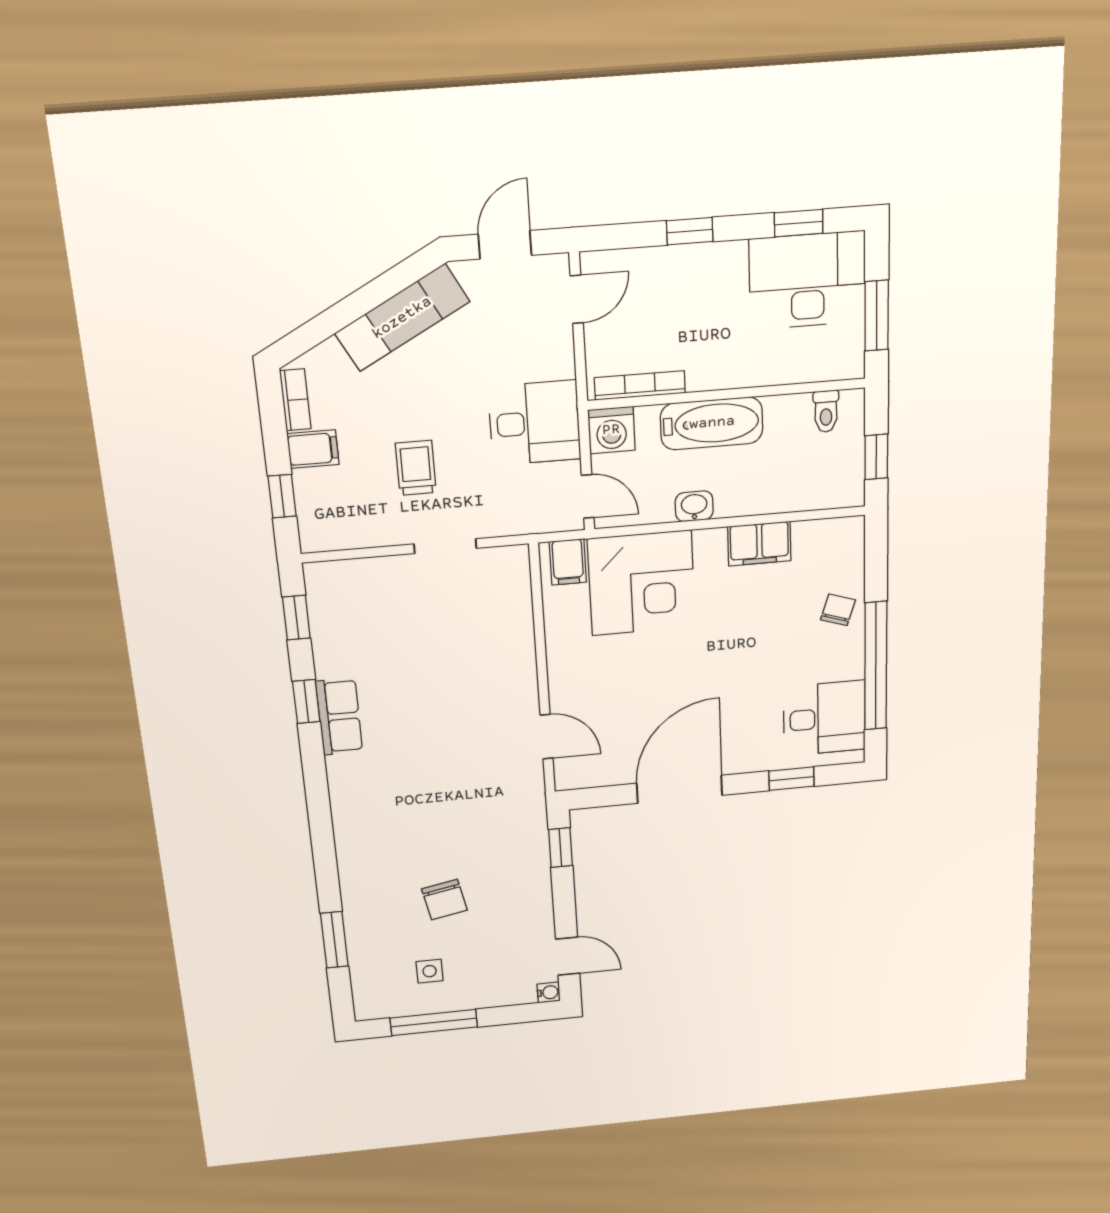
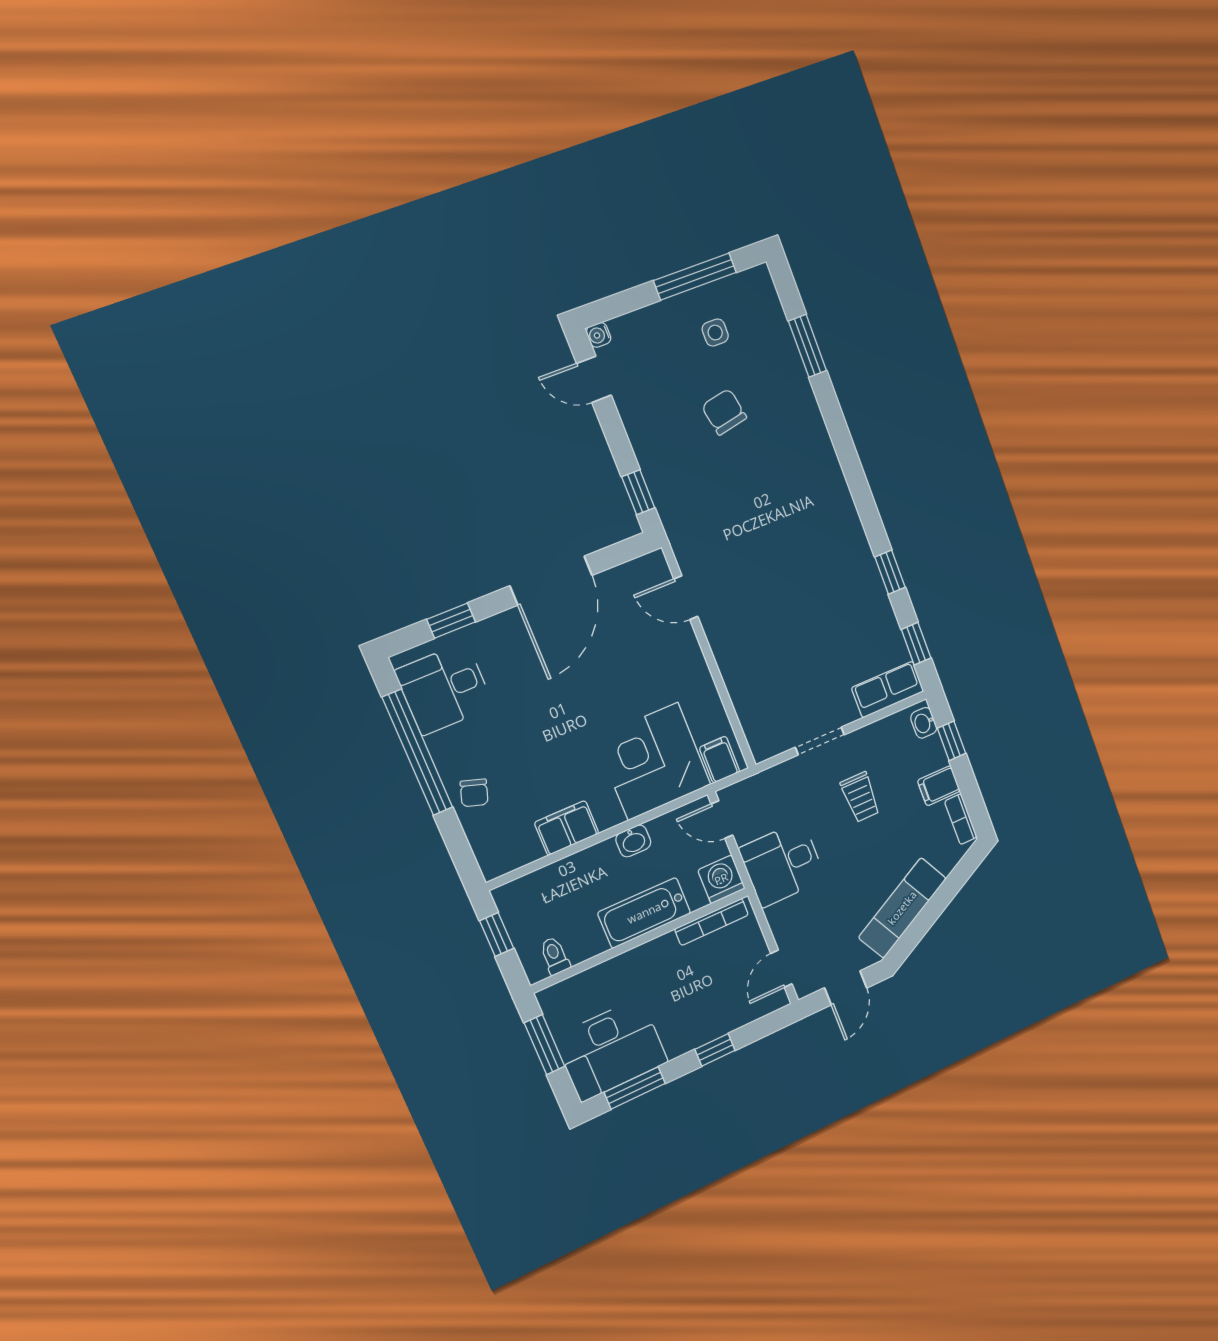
window: (799, 223) -> (635, 1088), width x1.50
washbasin: (312, 528) -> (924, 723), added
row of seats: (339, 717) -> (888, 690), moved, turned 90

